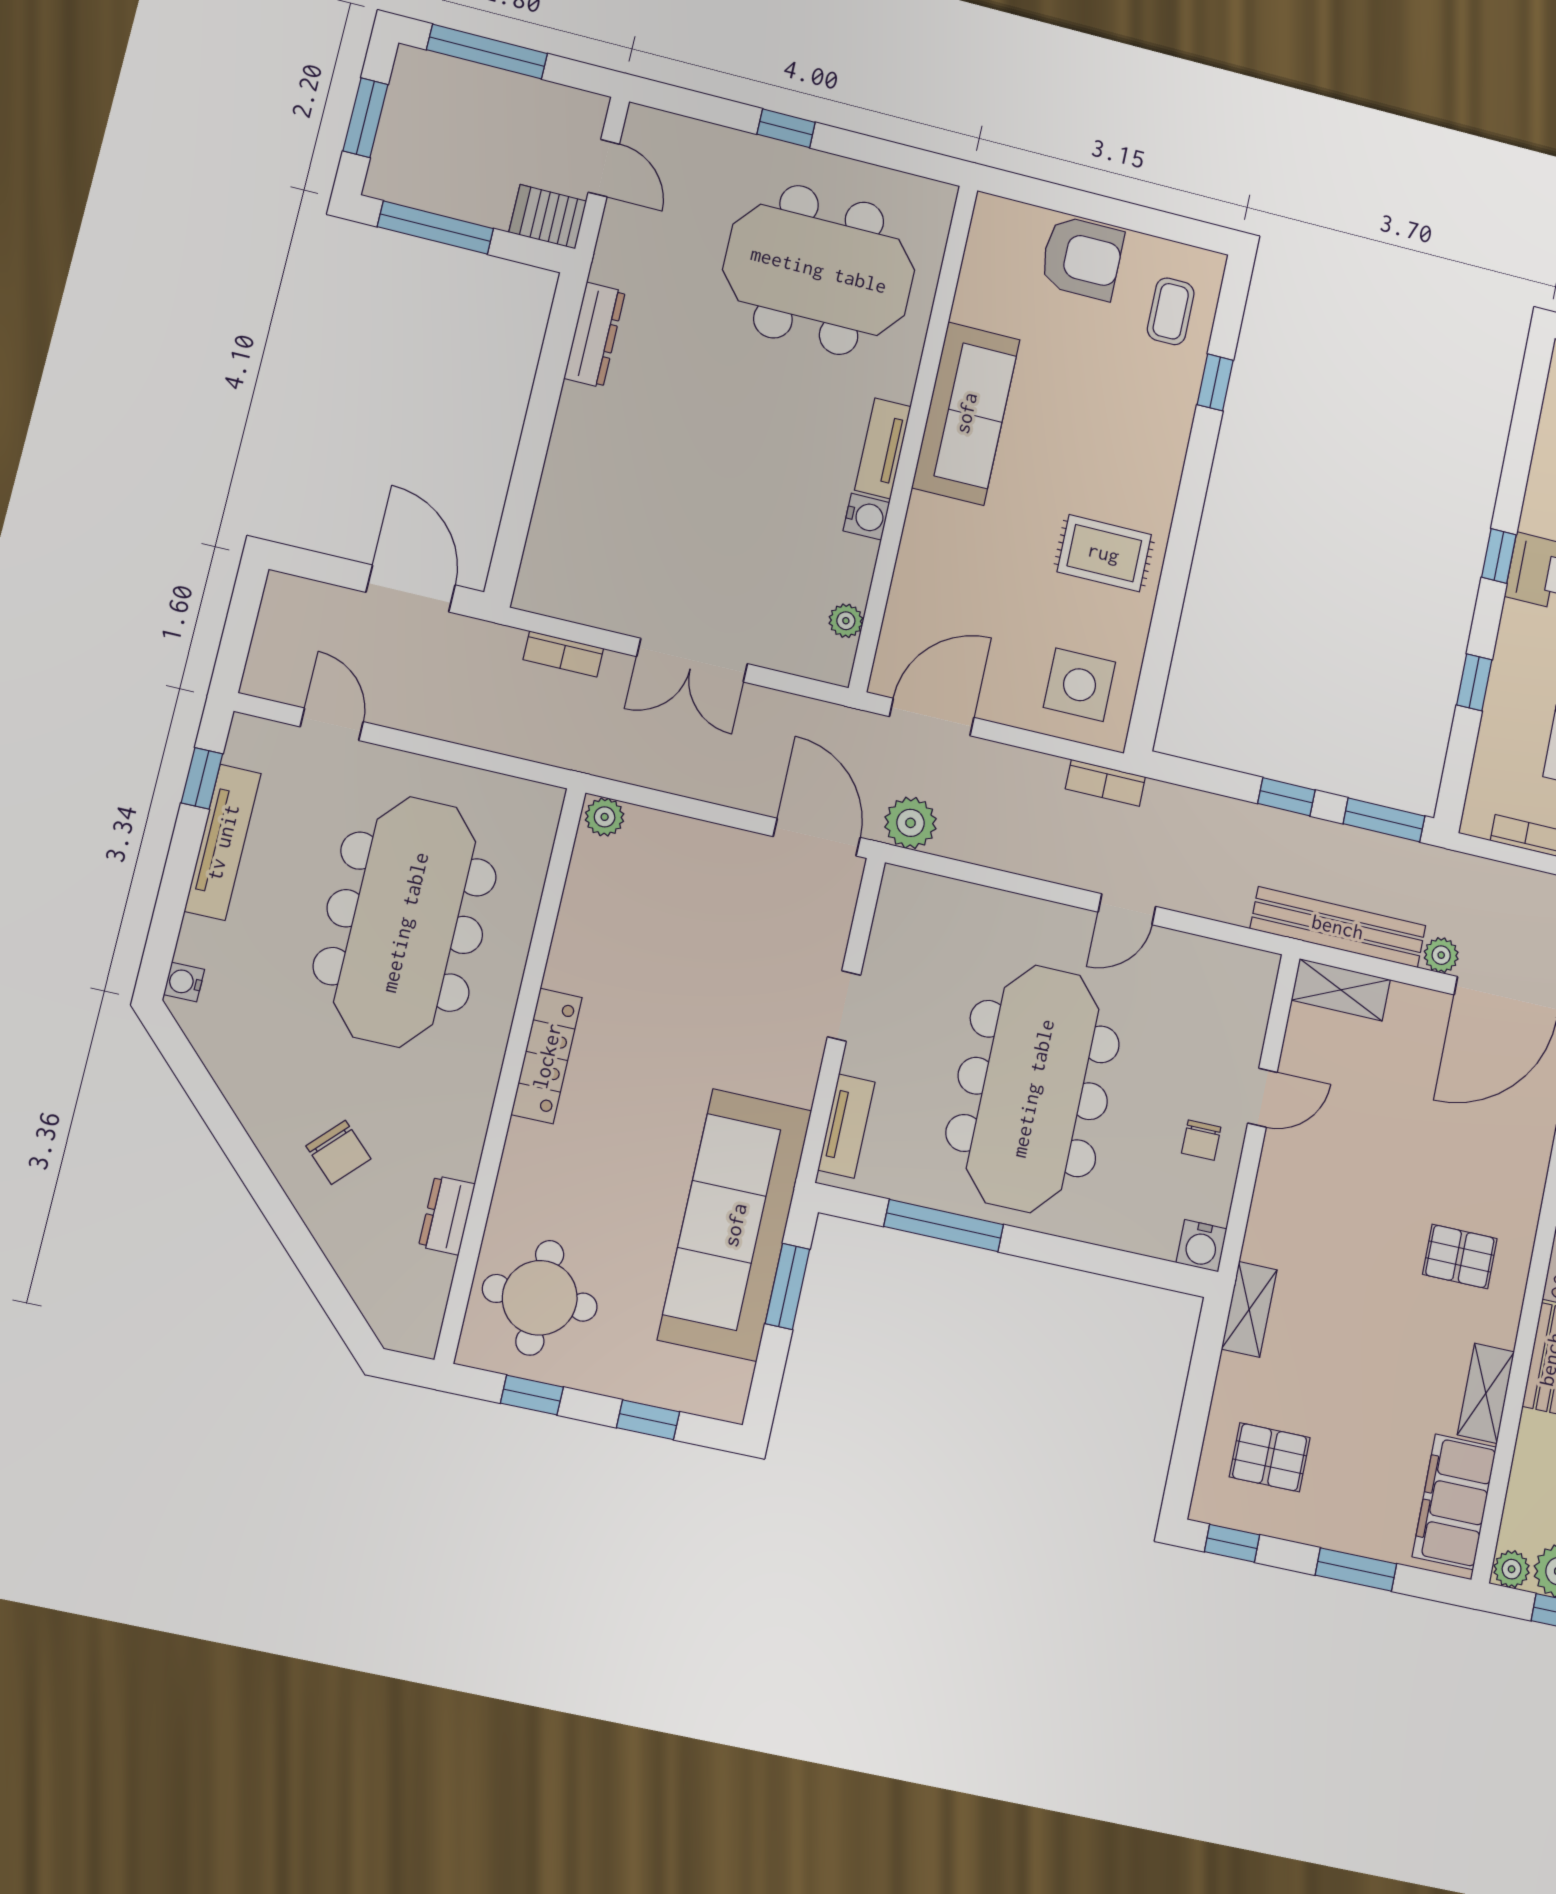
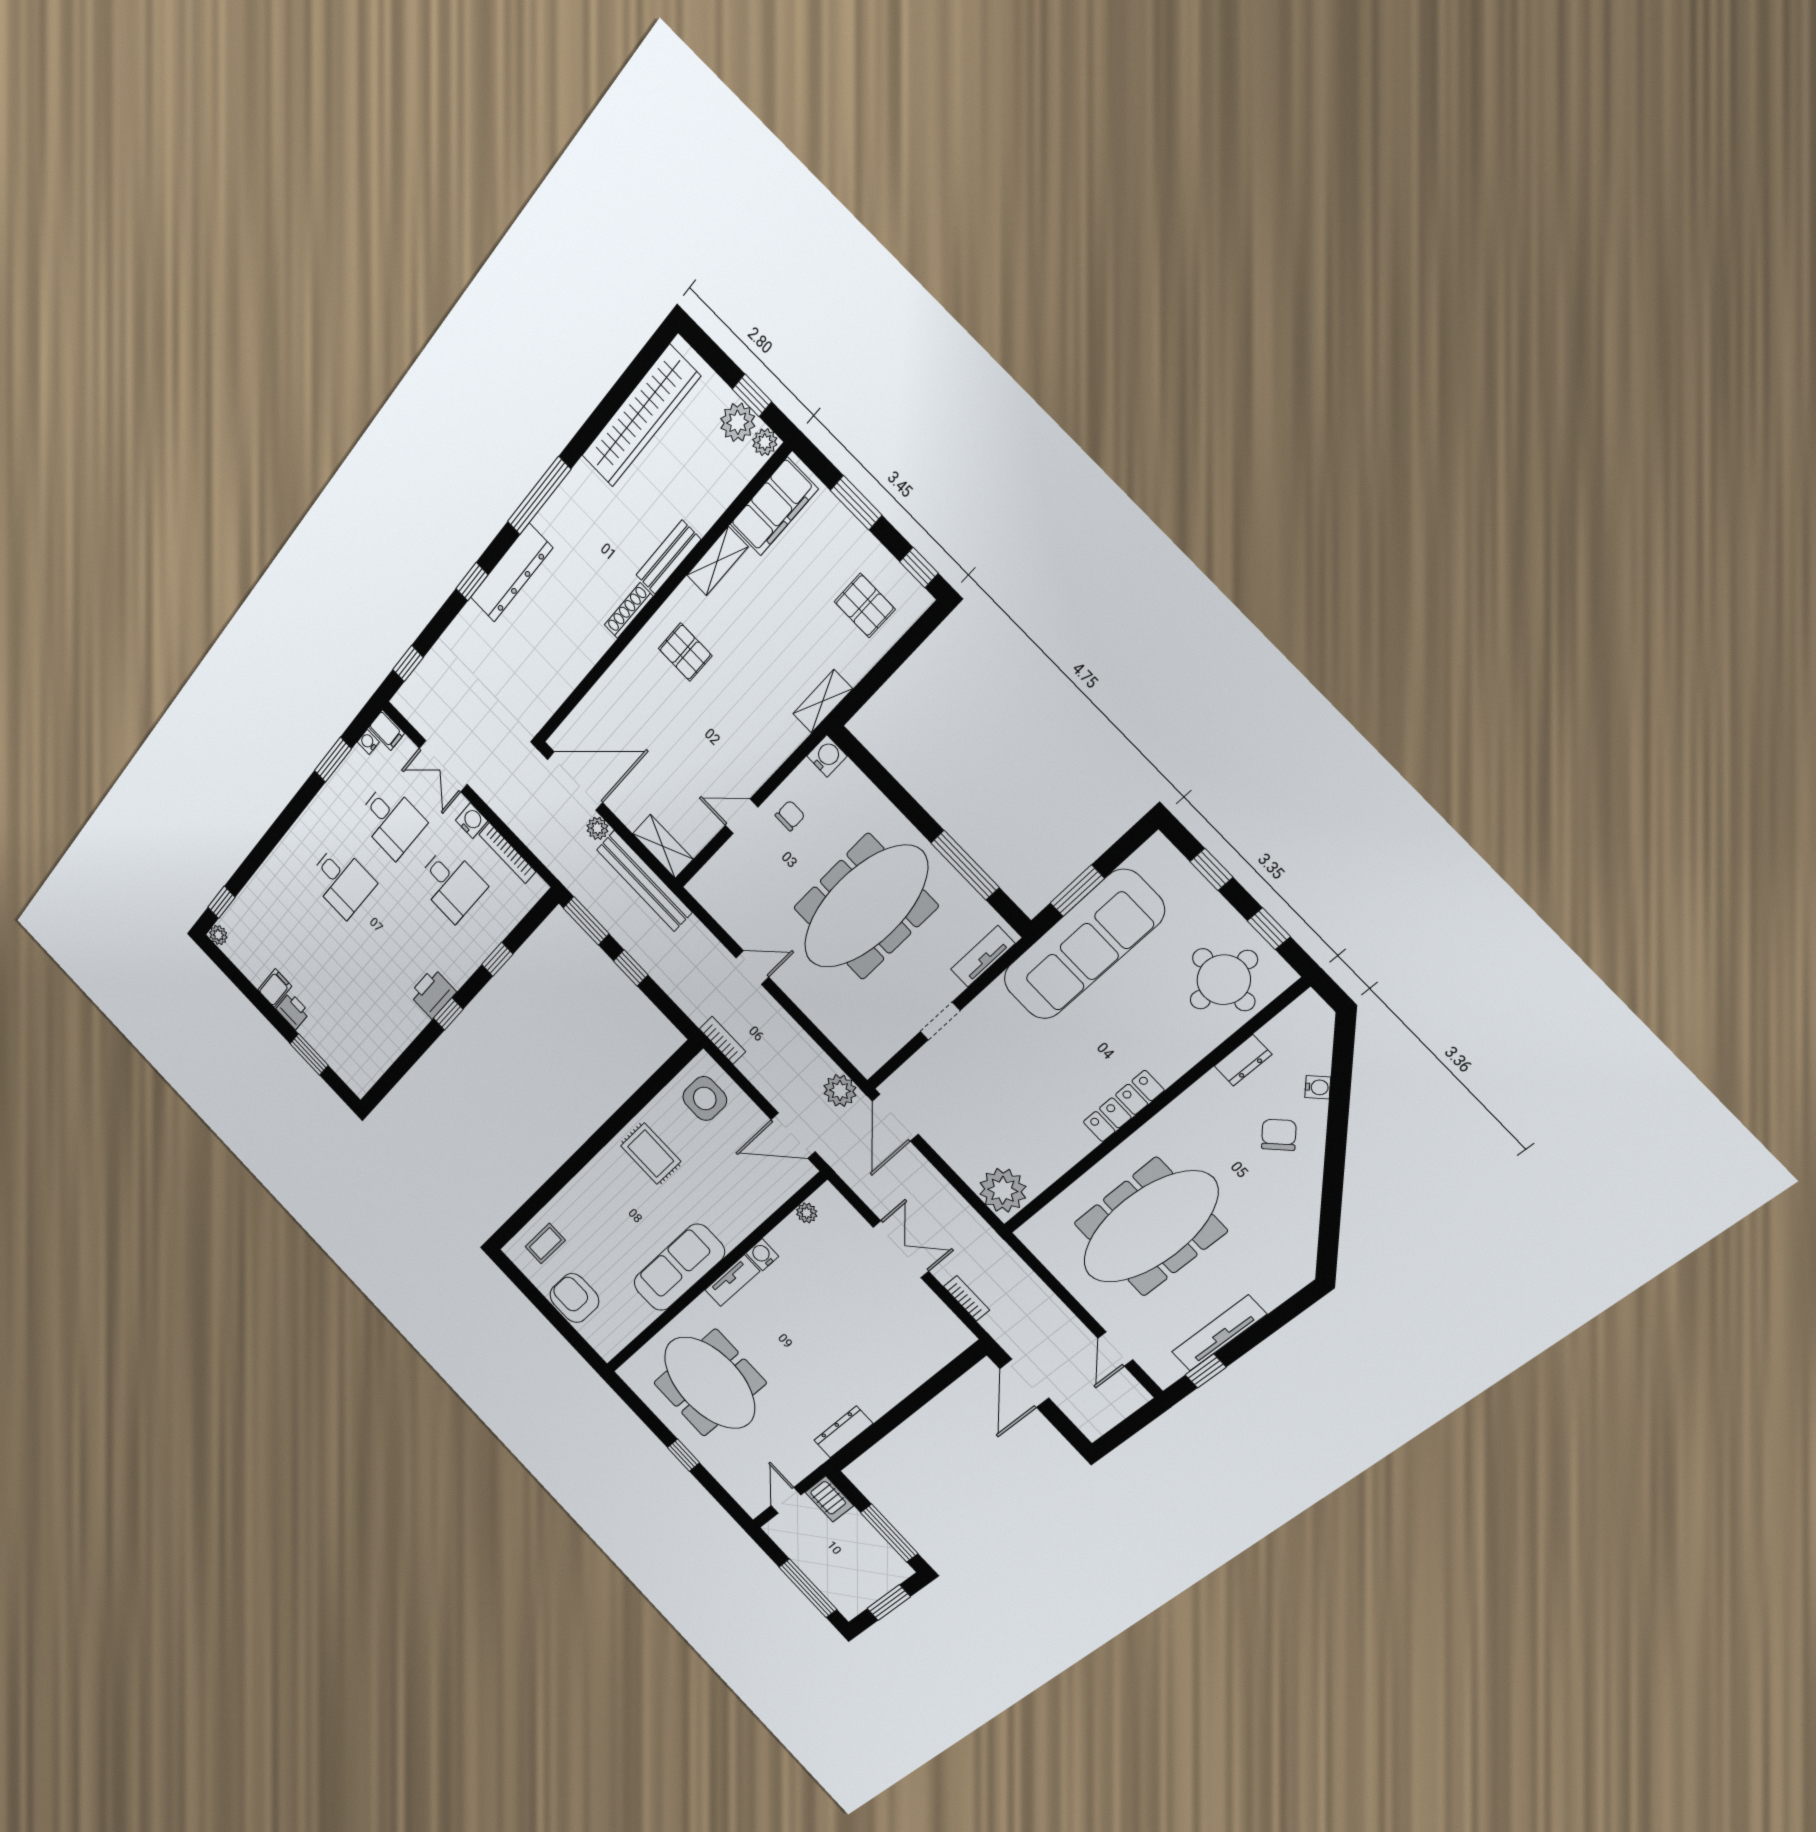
window: (1215, 382) -> (543, 1195), removed
plant: (605, 817) -> (1003, 1190), width x1.88, depth x1.88
water cooler: (184, 982) -> (1318, 1087), moved, turned -45

